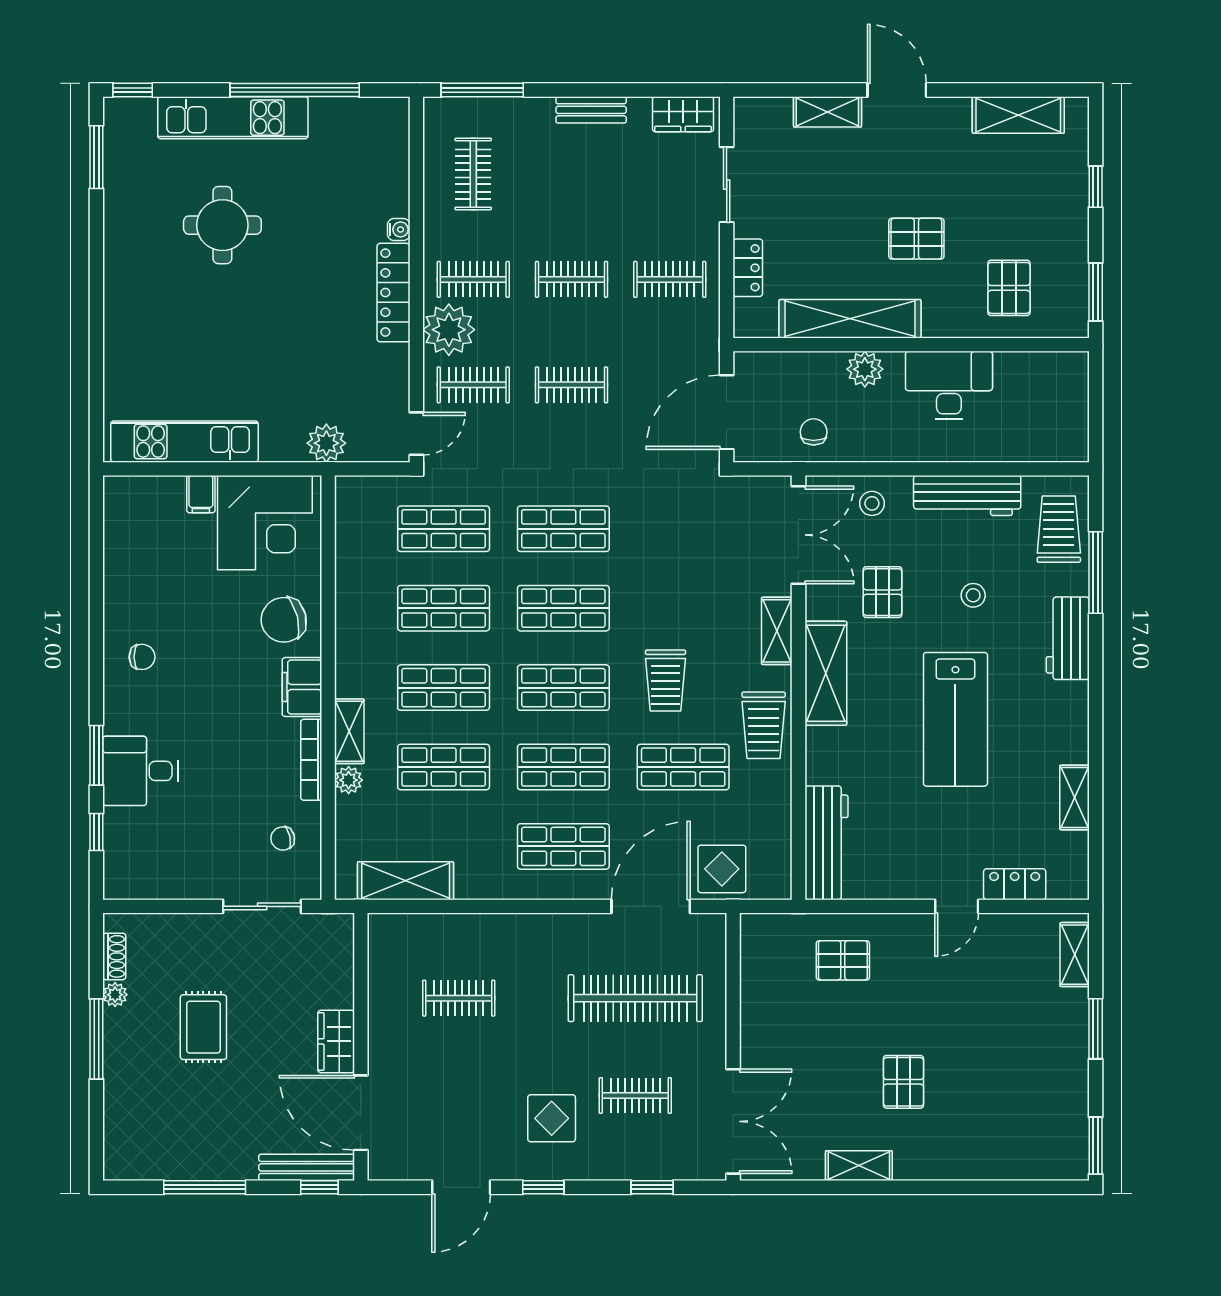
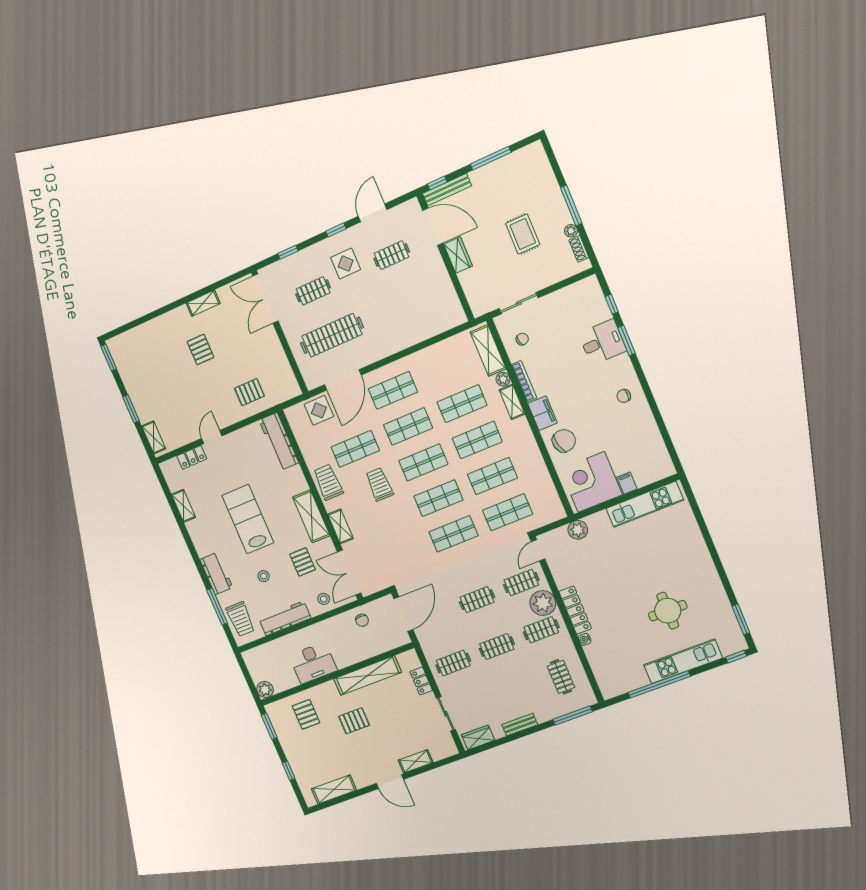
plant: (865, 369) -> (265, 690), moved
shelving: (406, 881) -> (488, 350), moved, turned 90
clothes rail: (459, 998) -> (392, 255), moved

